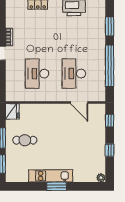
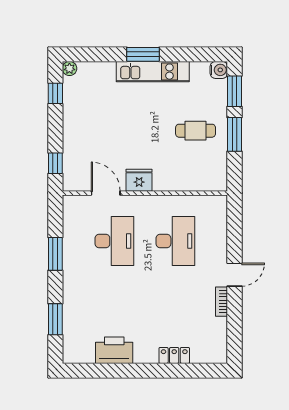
window: (110, 66) -> (55, 254), width x0.47
fridge: (12, 111) -> (139, 180), moved, turned 90
window: (110, 150) -> (55, 93), moved
water cooler: (11, 177) -> (219, 70), added

